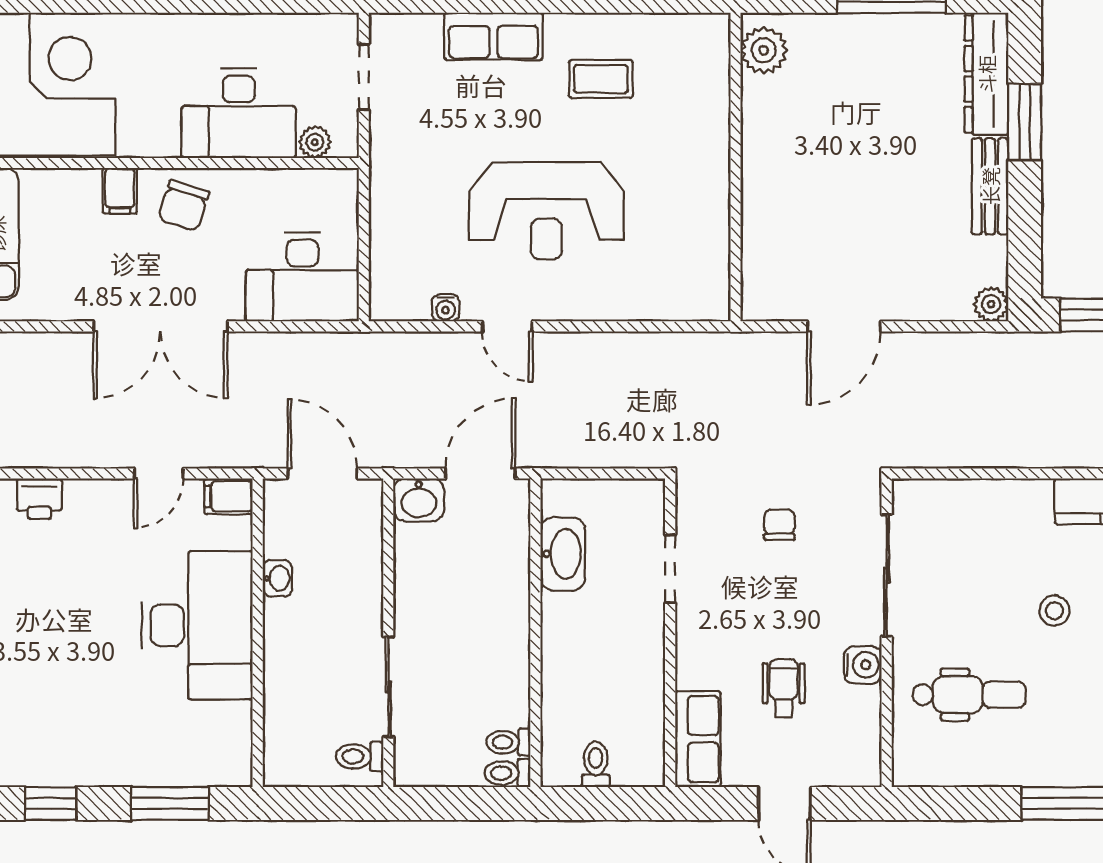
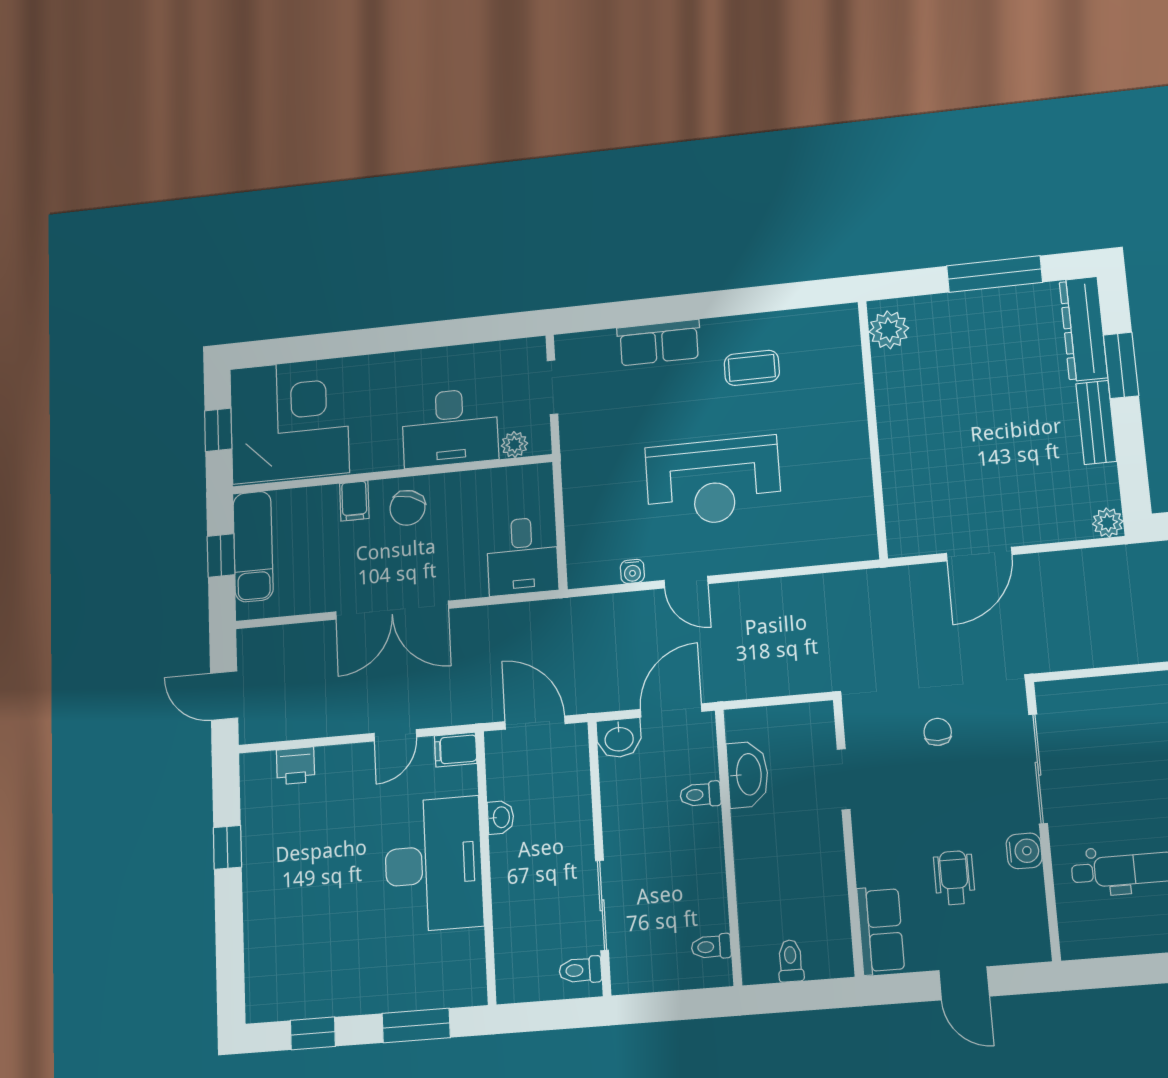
desk: (302, 277) -> (522, 556), width x0.73
toilet: (508, 773) -> (700, 795), moved

